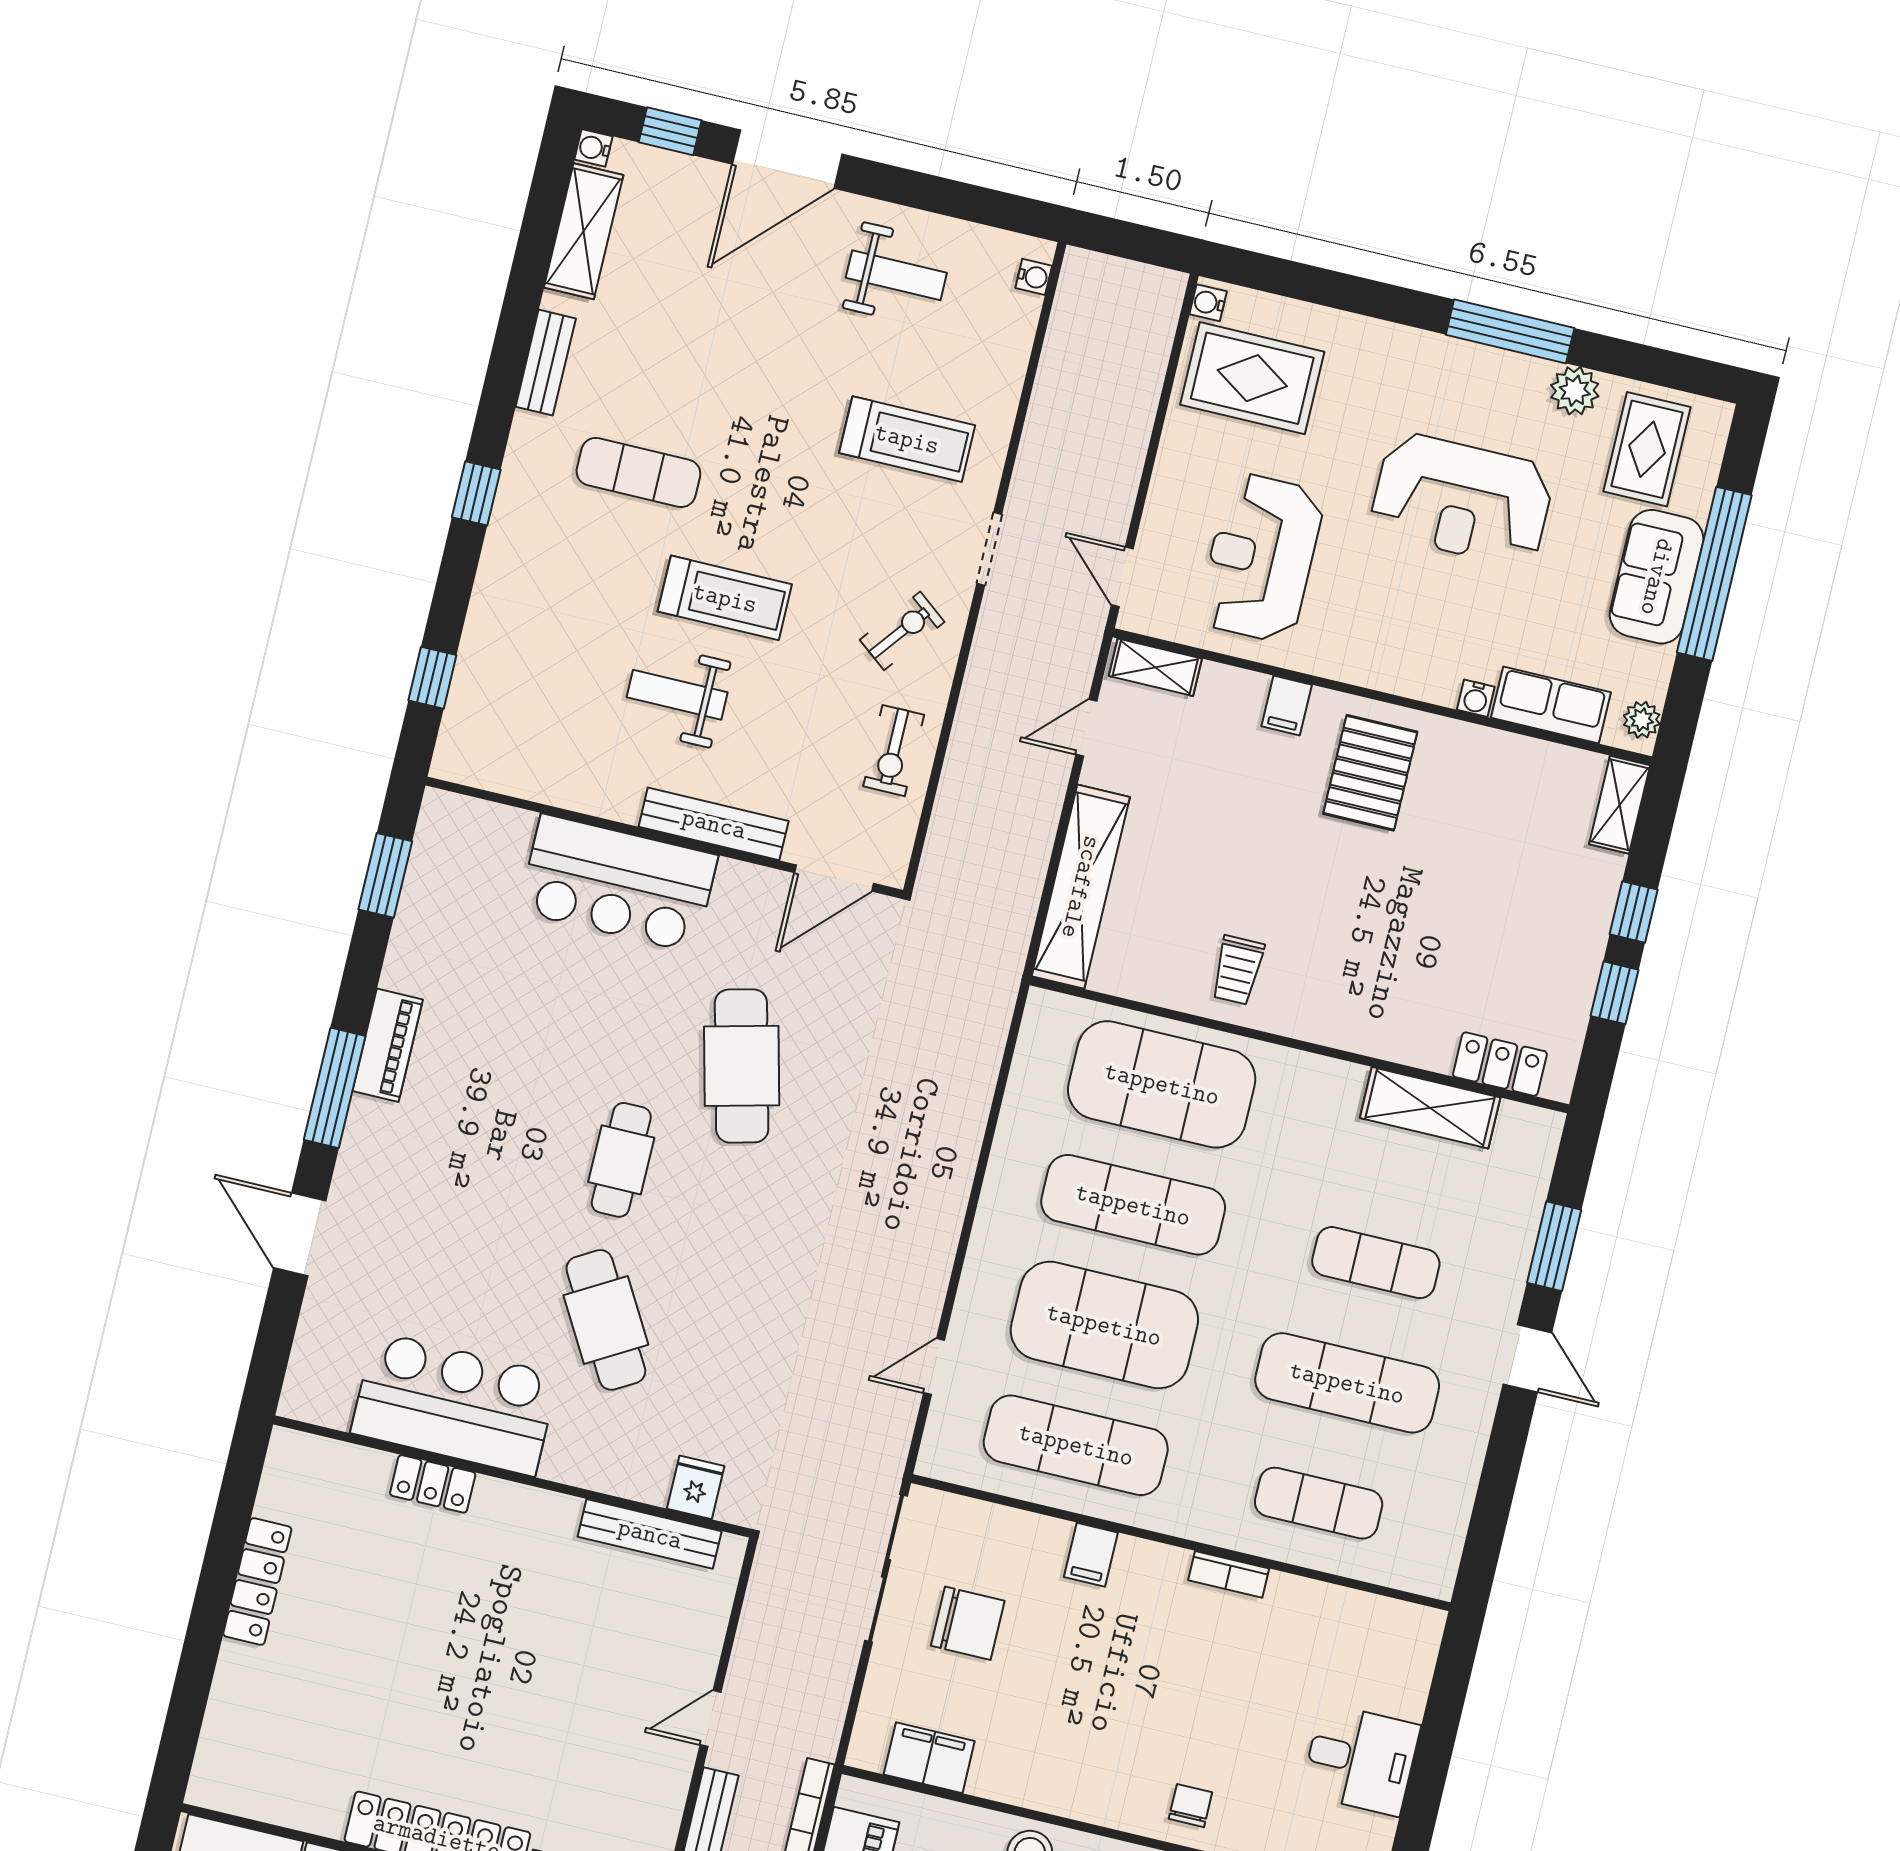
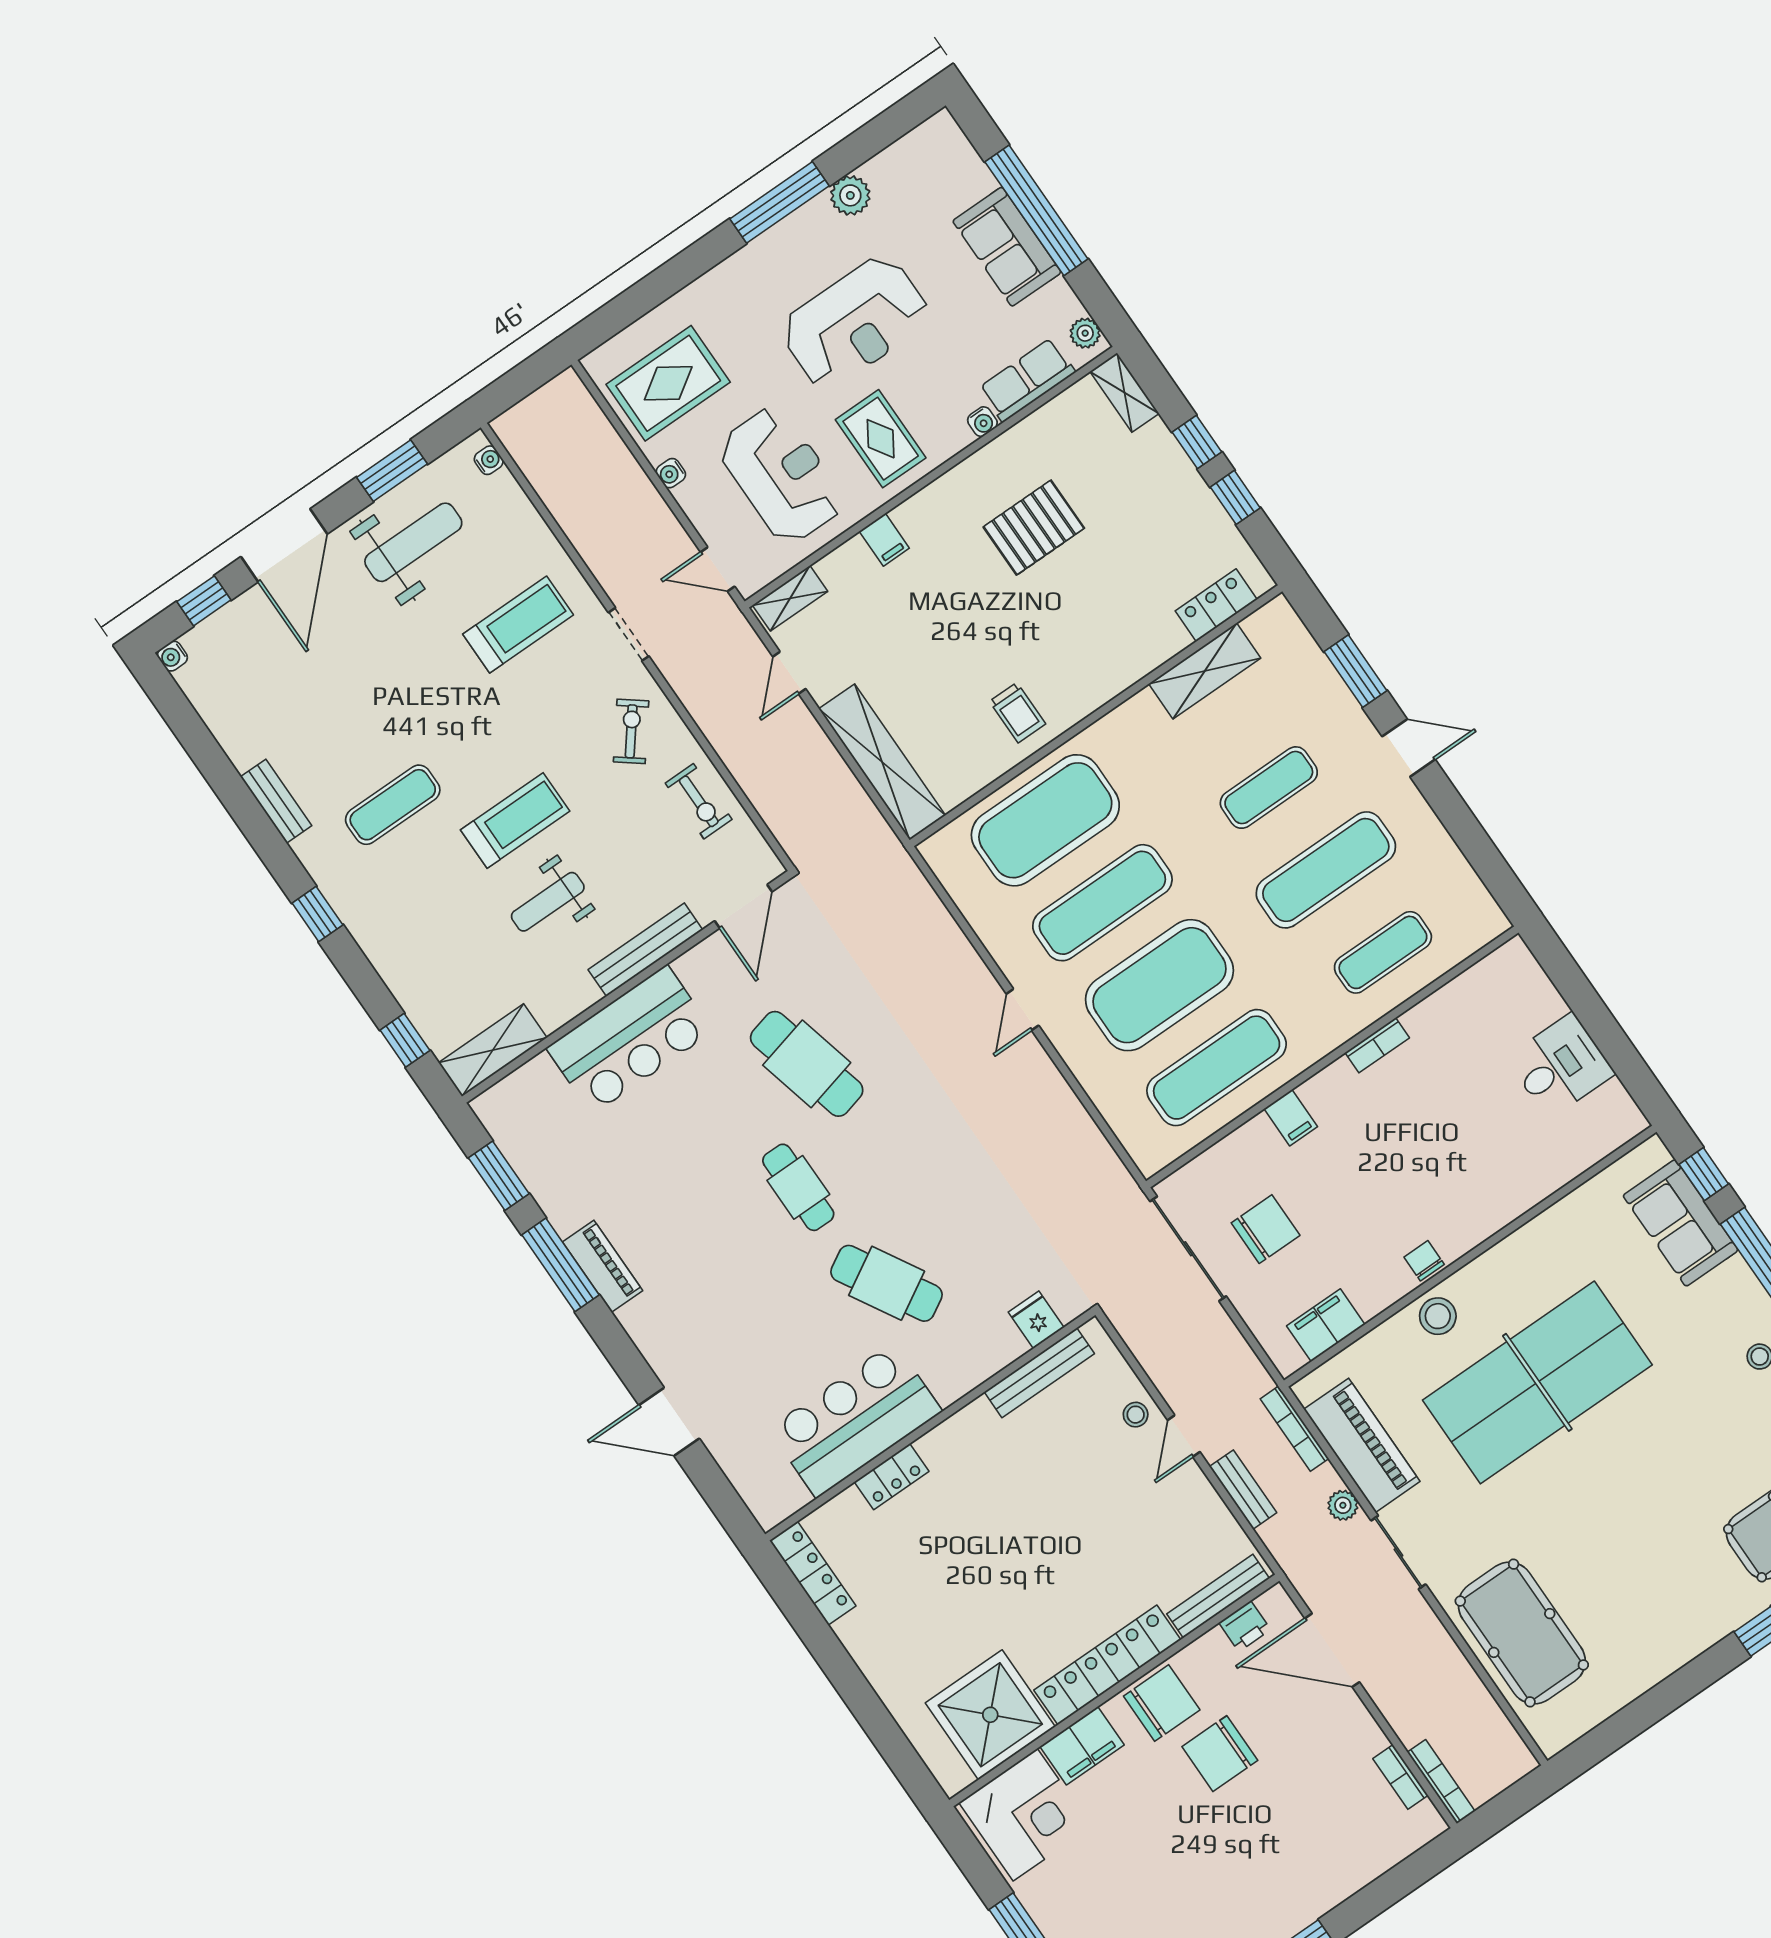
window: (945, 197) -> (392, 471), added
shelving: (584, 231) -> (493, 1050), moved, turned 90
weight bench: (896, 275) -> (413, 542), width x1.36, depth x1.33
water cooler: (1208, 303) -> (671, 473), moved
rug: (1647, 449) -> (881, 439), moved
reception desk: (1261, 558) -> (781, 475), turned 180
pallet: (1370, 773) -> (1034, 528), moved, turned 90
window: (335, 1088) -> (560, 1265), moved
door: (934, 1367) -> (1023, 1010), moved
locker: (257, 1582) -> (813, 1573), moved
stool: (690, 1657) -> (1136, 1415), added
shower: (295, 1771) -> (990, 1715), added
chair: (1190, 1806) -> (1424, 1261), moved

